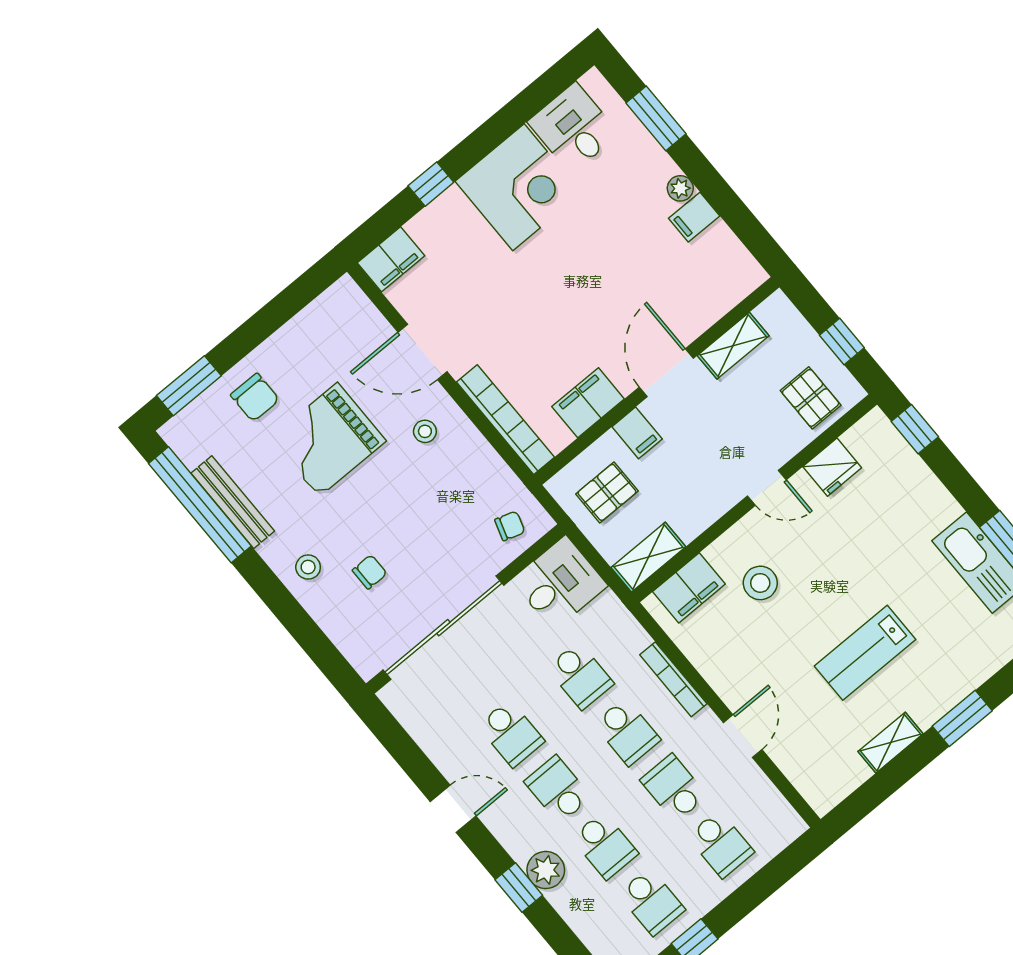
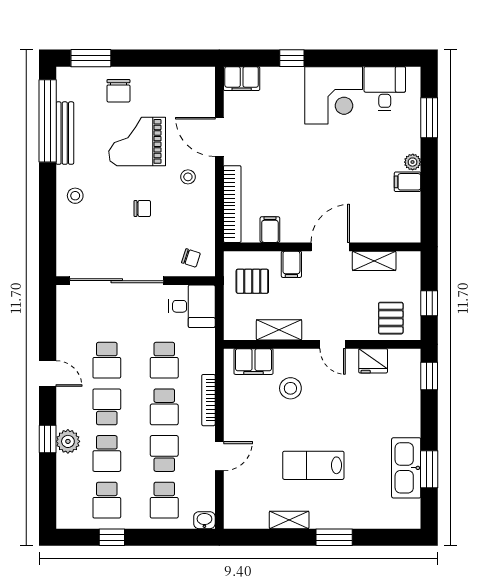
filing cabinet: (588, 403) -> (270, 230), width x0.50
shelving: (648, 557) -> (279, 330), moved
chair: (370, 572) -> (142, 209), moved
washbasin: (789, 828) -> (204, 520), added

